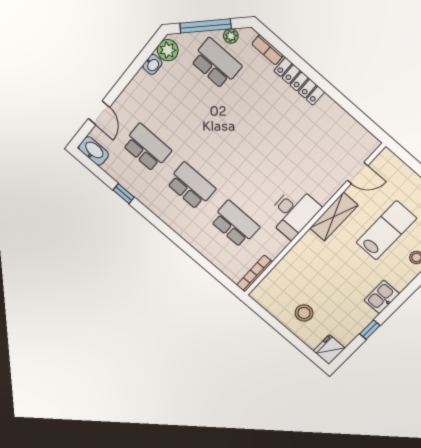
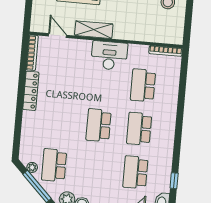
bookcase: (268, 50) -> (32, 53), moved, width x1.56
locker: (299, 81) -> (31, 91), moved
school desk: (226, 145) -> (99, 125), added
window: (124, 194) -> (174, 181), moved

